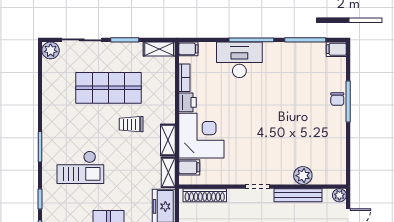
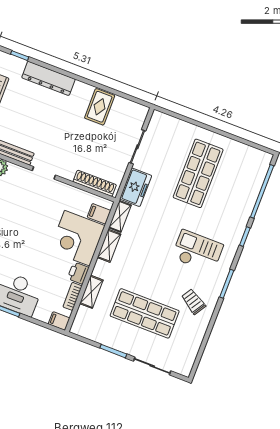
shelving: (159, 49) -> (91, 292), moved, turned 90
plant: (51, 50) -> (184, 367), removed
trolley: (131, 124) -> (193, 302), moved, turned -148

